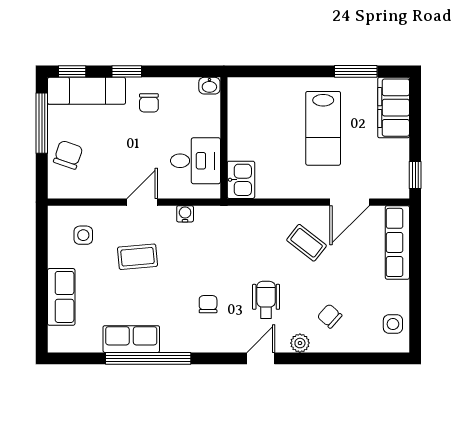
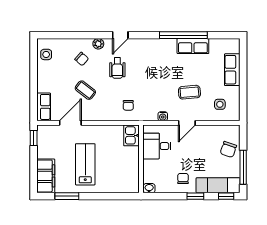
row of seats: (397, 242) -> (44, 107), width x0.68
coffee table: (307, 243) -> (85, 90), moved
chair: (208, 304) -> (128, 105), moved

